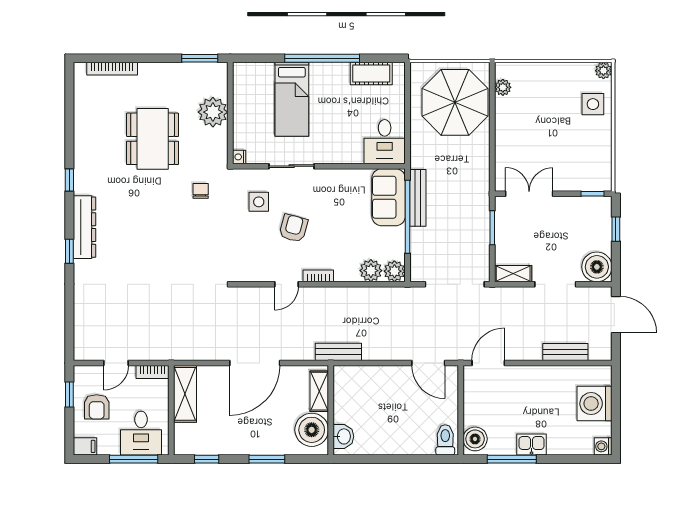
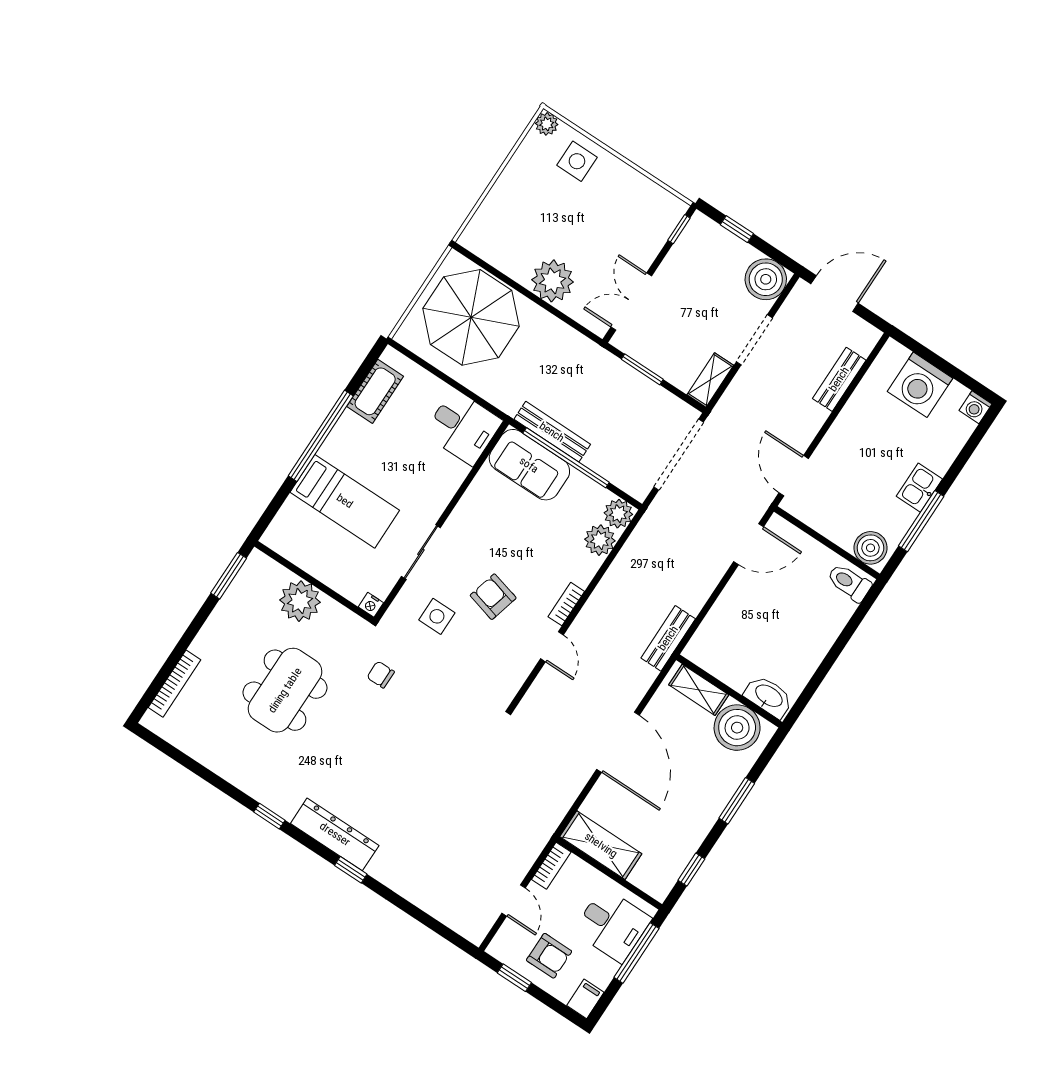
plant: (503, 87) -> (553, 281), moved, width x1.87, depth x1.87
dining table: (153, 139) -> (285, 690), turned 90
washbasin: (343, 436) -> (768, 696), width x1.38

